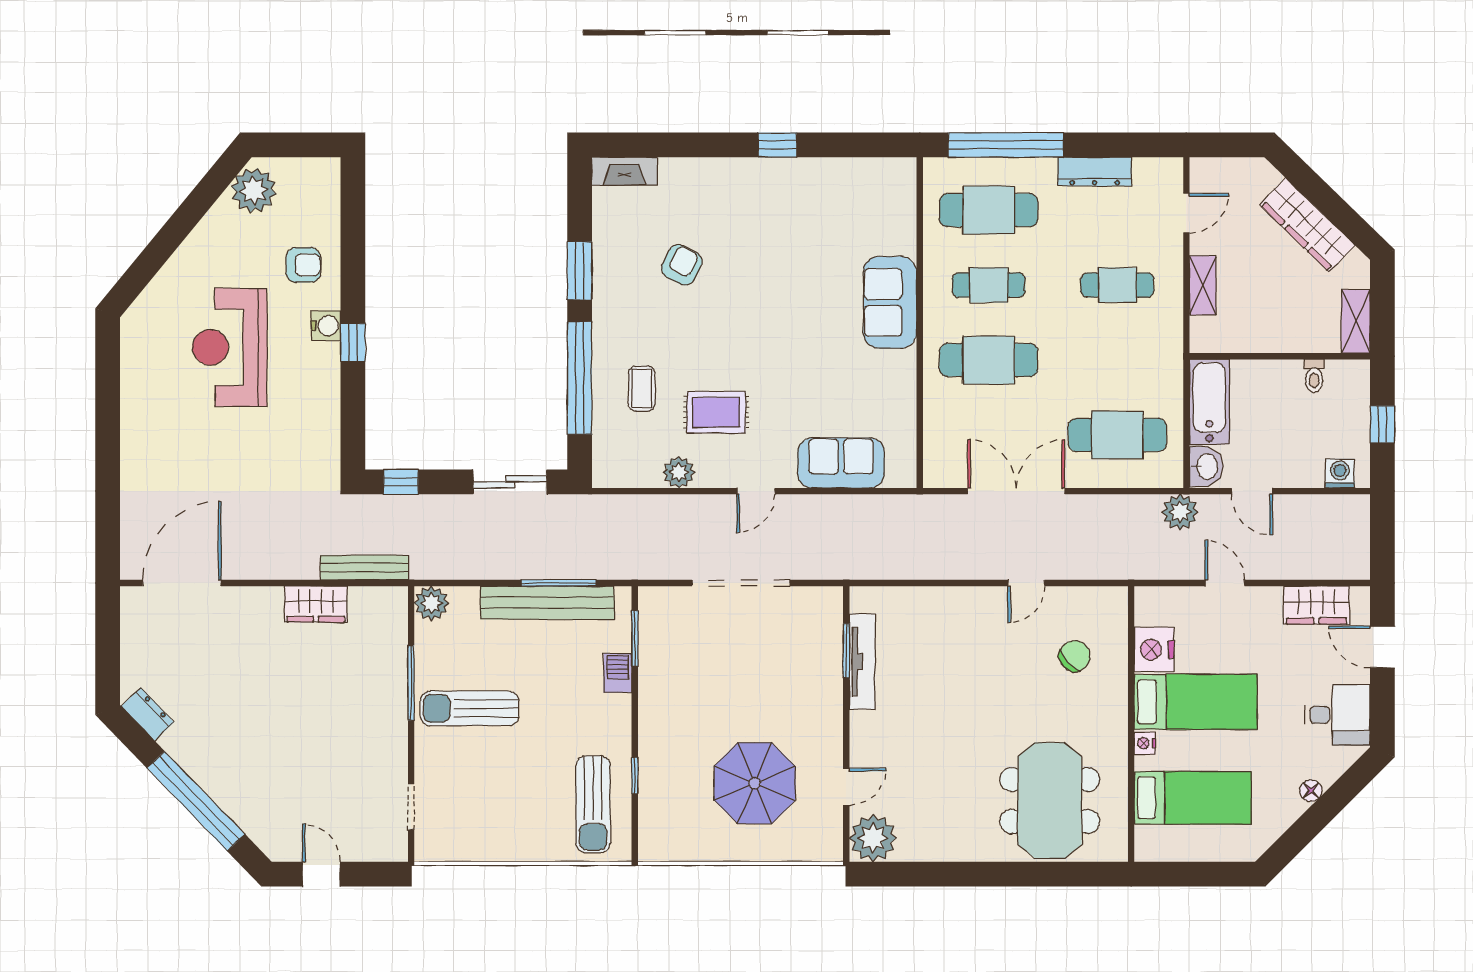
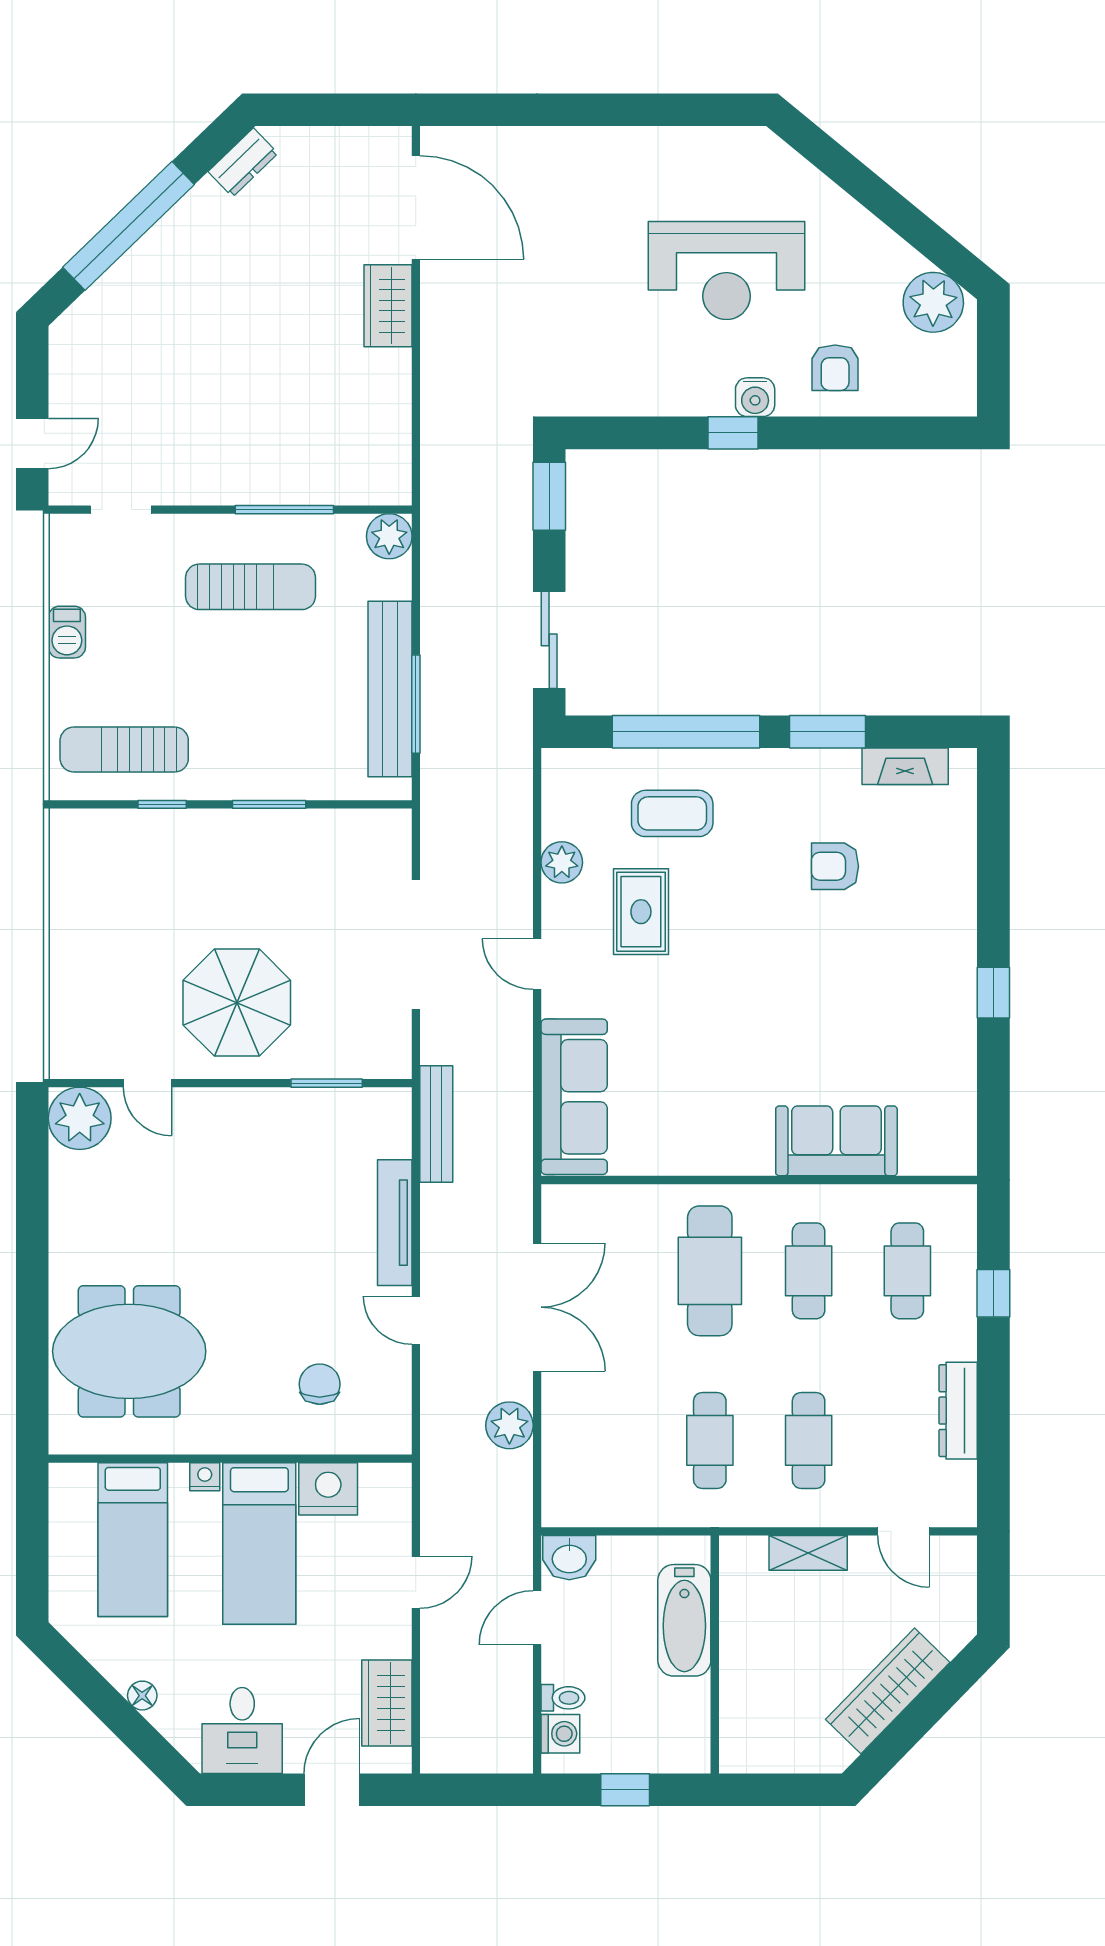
window: (1006, 145) -> (993, 1293), width x0.32
fireplace: (625, 171) -> (905, 766), moved, turned -90
cafe table: (989, 210) -> (907, 1271), width x0.73, depth x0.74
armchair: (682, 265) -> (835, 866), turned 153
sofa: (890, 302) -> (836, 1141), moved
shelving: (1356, 321) -> (761, 1755), removed
reception desk: (230, 347) -> (727, 271), turned 180
toilet: (1314, 376) -> (563, 1698), moved, turned 180
coffee table: (642, 389) -> (672, 813), width x1.36, depth x1.30
bathtub: (1209, 402) -> (684, 1620), moved, turned 90
cafe table: (1117, 435) -> (710, 1440), moved, width x0.73, depth x0.74
sofa: (841, 463) -> (574, 1097), width x1.36
window: (401, 482) -> (549, 496), width x1.50
plant: (1180, 512) -> (509, 1425), moved
bench: (364, 568) -> (436, 1124), moved
wardrobe: (316, 604) -> (388, 306), moved
window: (635, 638) -> (269, 804), moved
chair: (1075, 656) -> (320, 1384), turned -137
tv unit: (862, 662) -> (395, 1223), moved, turned 90
barbecue: (618, 673) -> (67, 632), moved, turned 90
sun lounger: (470, 708) -> (251, 587), turned 90
parasol: (755, 783) -> (237, 1003), moved
door: (321, 874) -> (32, 443), moved

